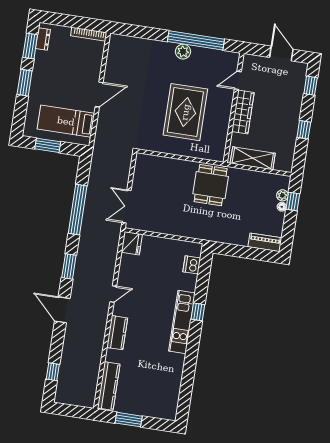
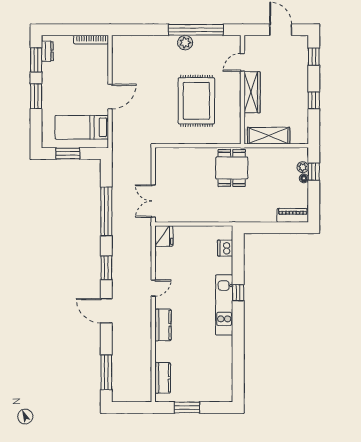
window: (53, 372) -> (106, 372), width x2.17
kitchen counter: (109, 386) -> (163, 378), width x0.67

